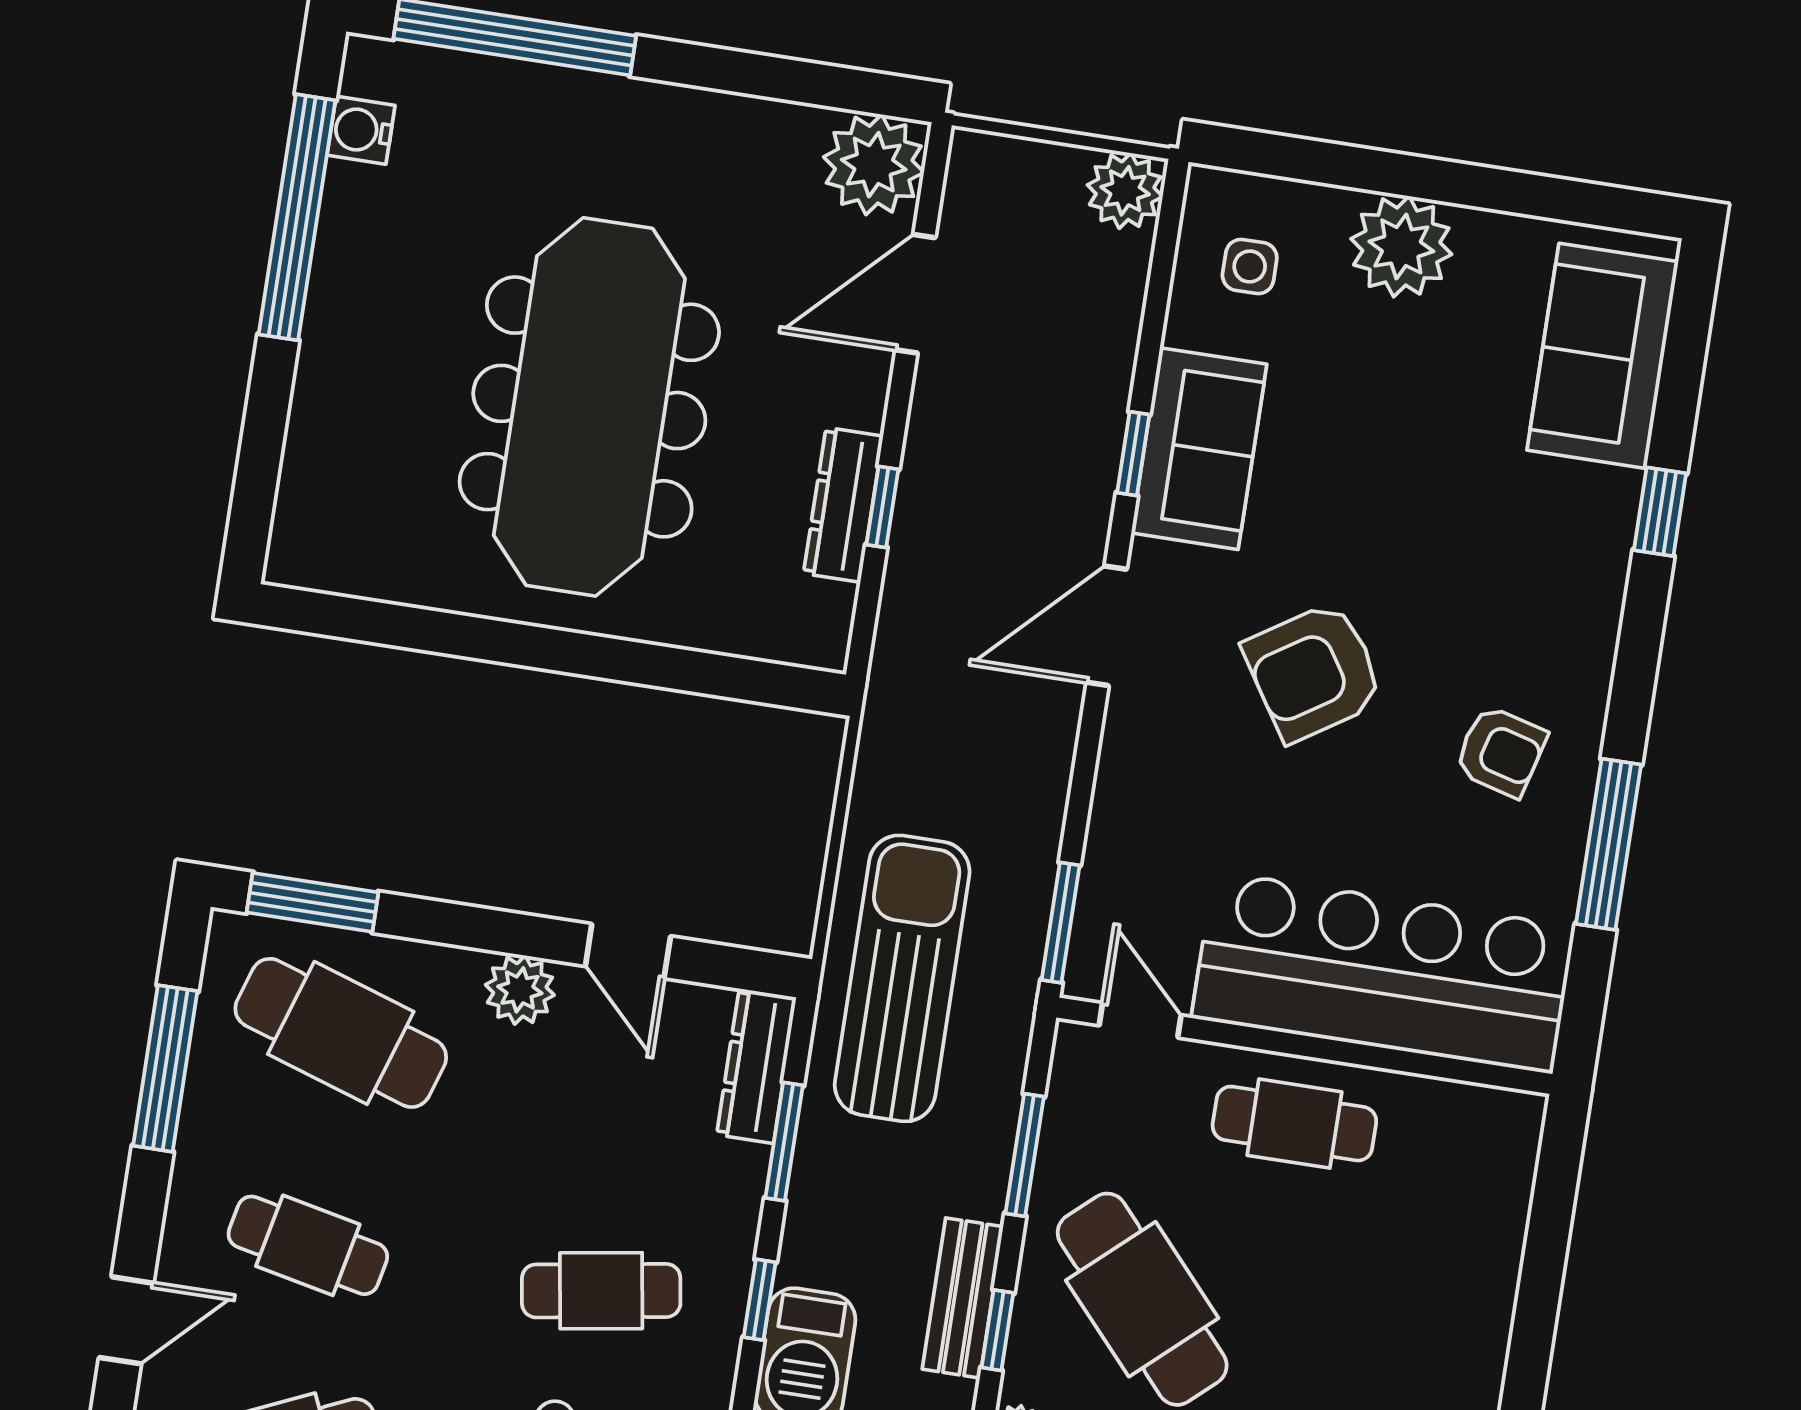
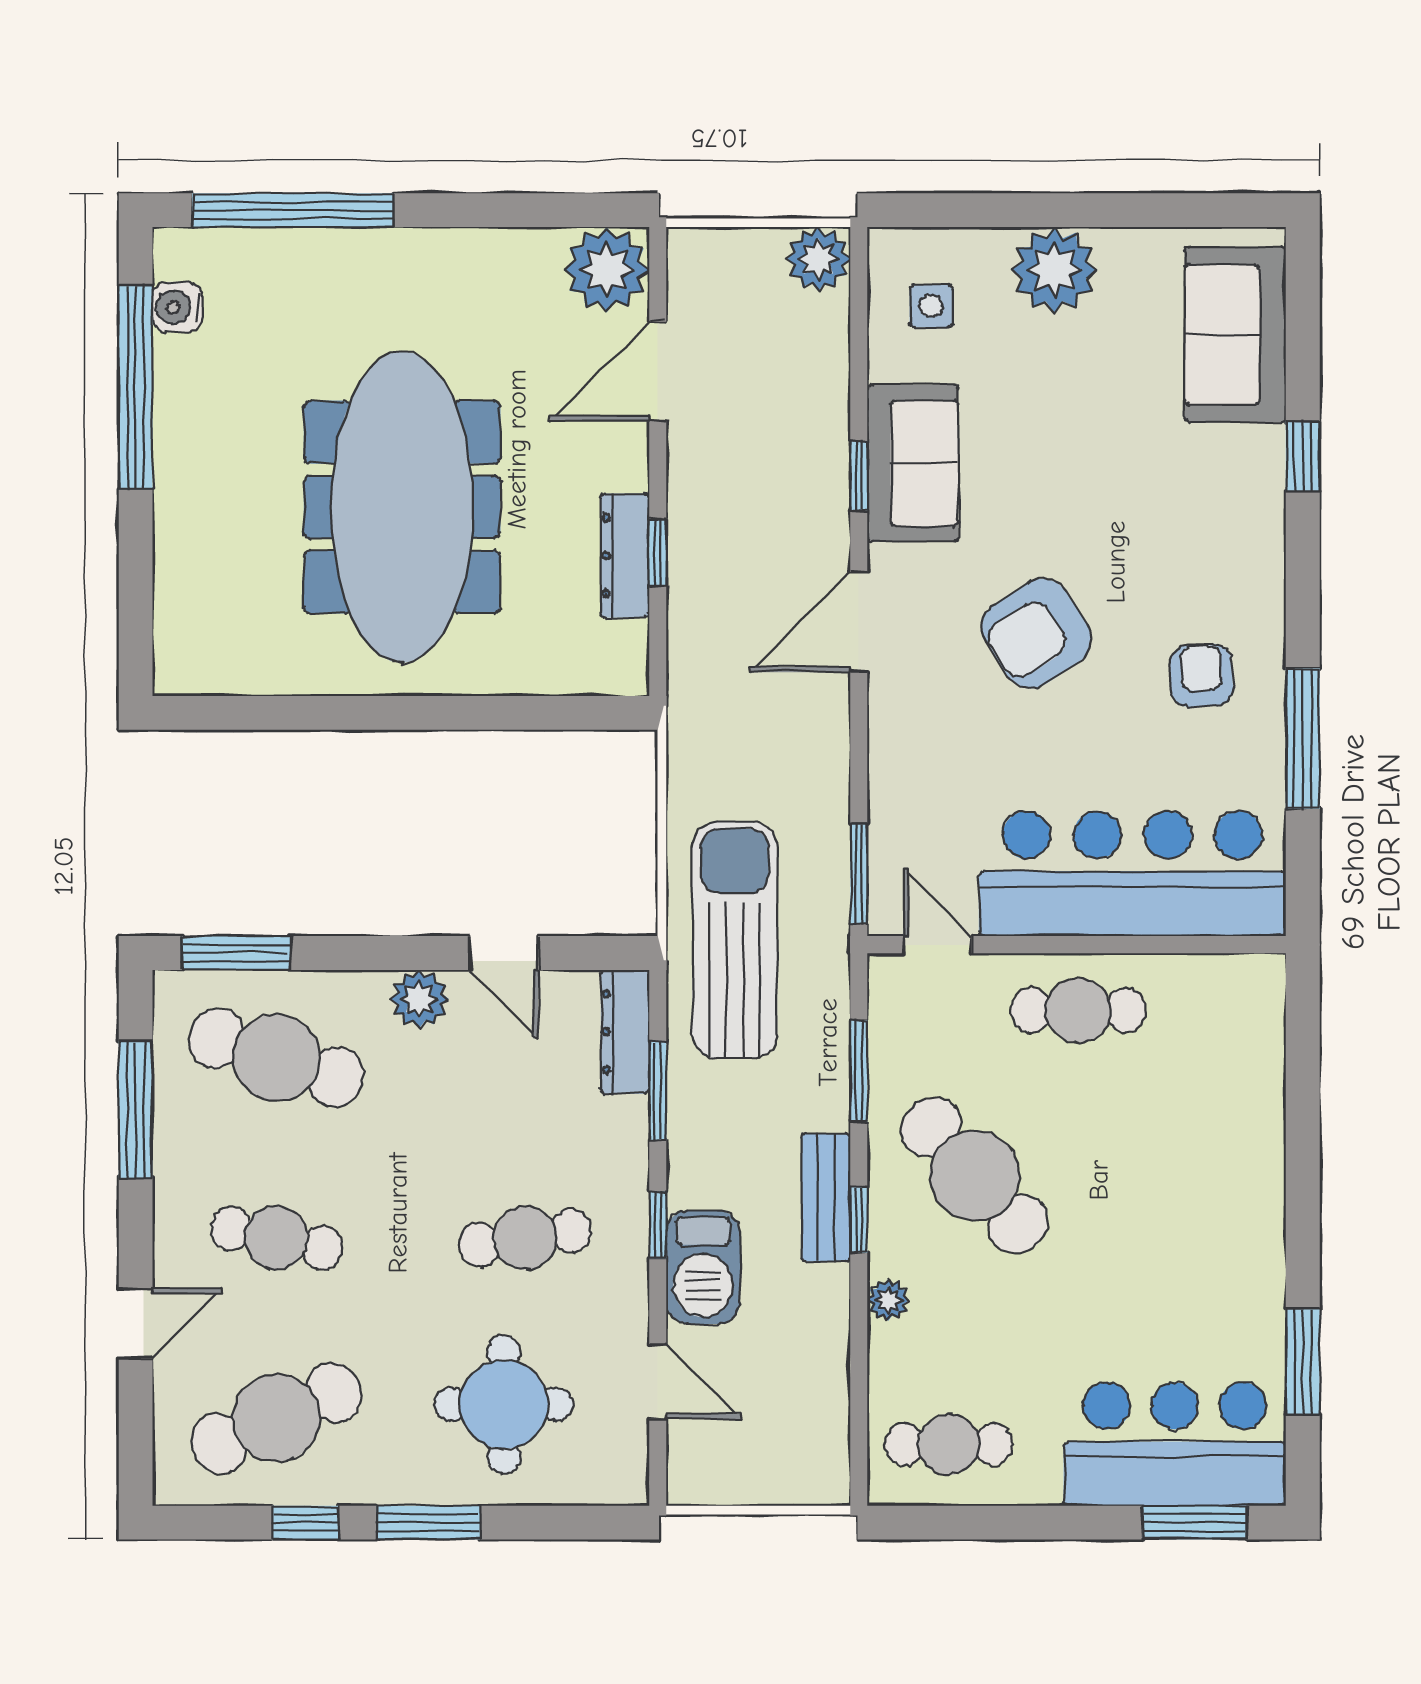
armchair: (1501, 751) -> (1201, 675), turned -108

